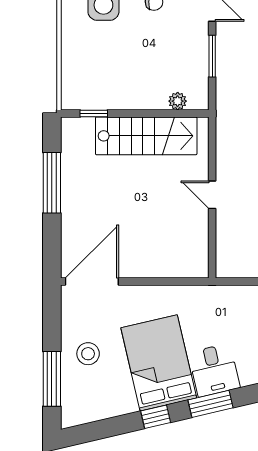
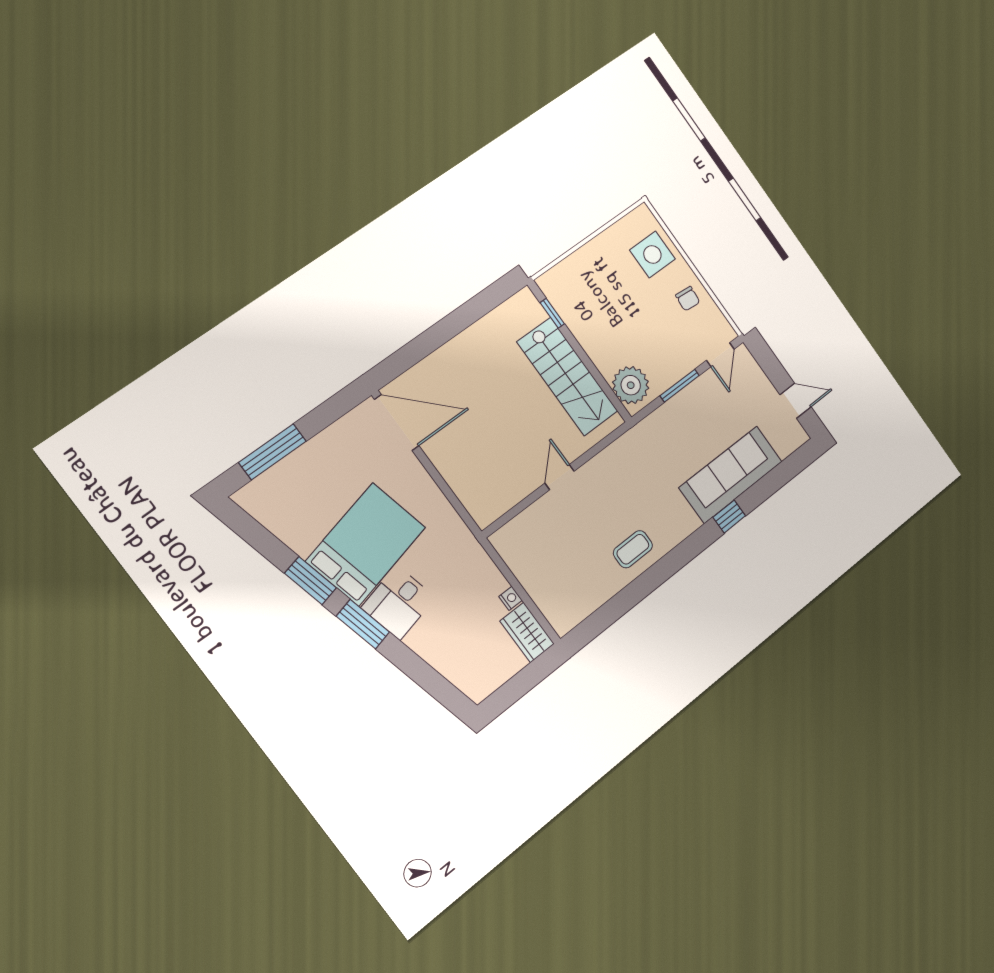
plant: (178, 101) -> (631, 385), width x1.88, depth x1.88
window: (52, 183) -> (461, 318), removed
stool: (88, 354) -> (324, 469), removed
window: (156, 417) -> (310, 581), width x1.50

